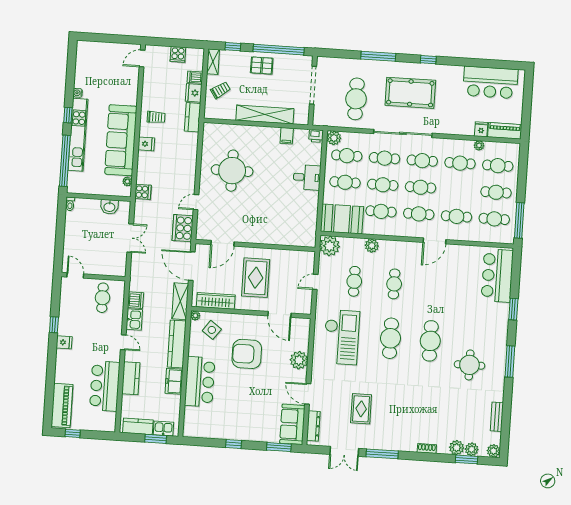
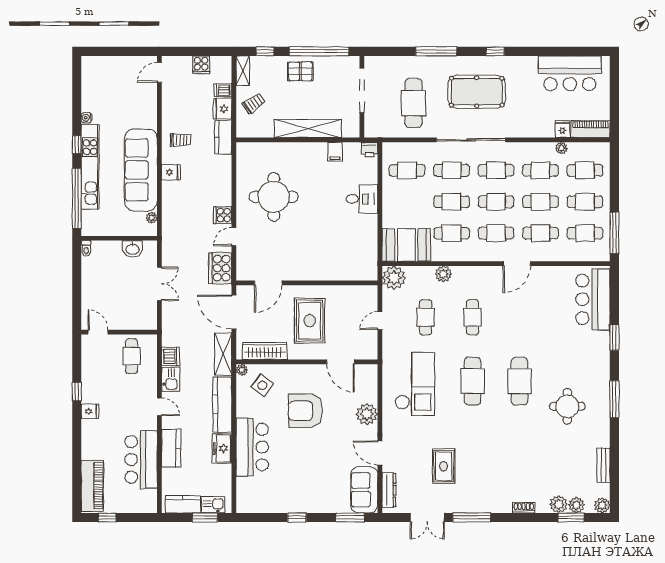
plant: (334, 138) -> (391, 151), removed
cafe table: (345, 182) -> (540, 202), moved
cooker: (143, 192) -> (223, 215), moved, turned 180

